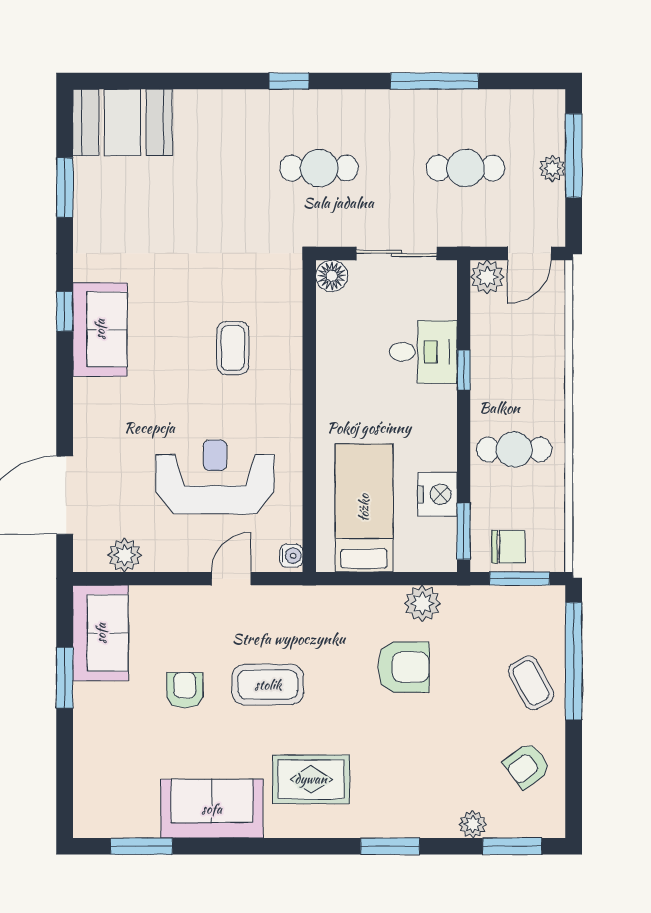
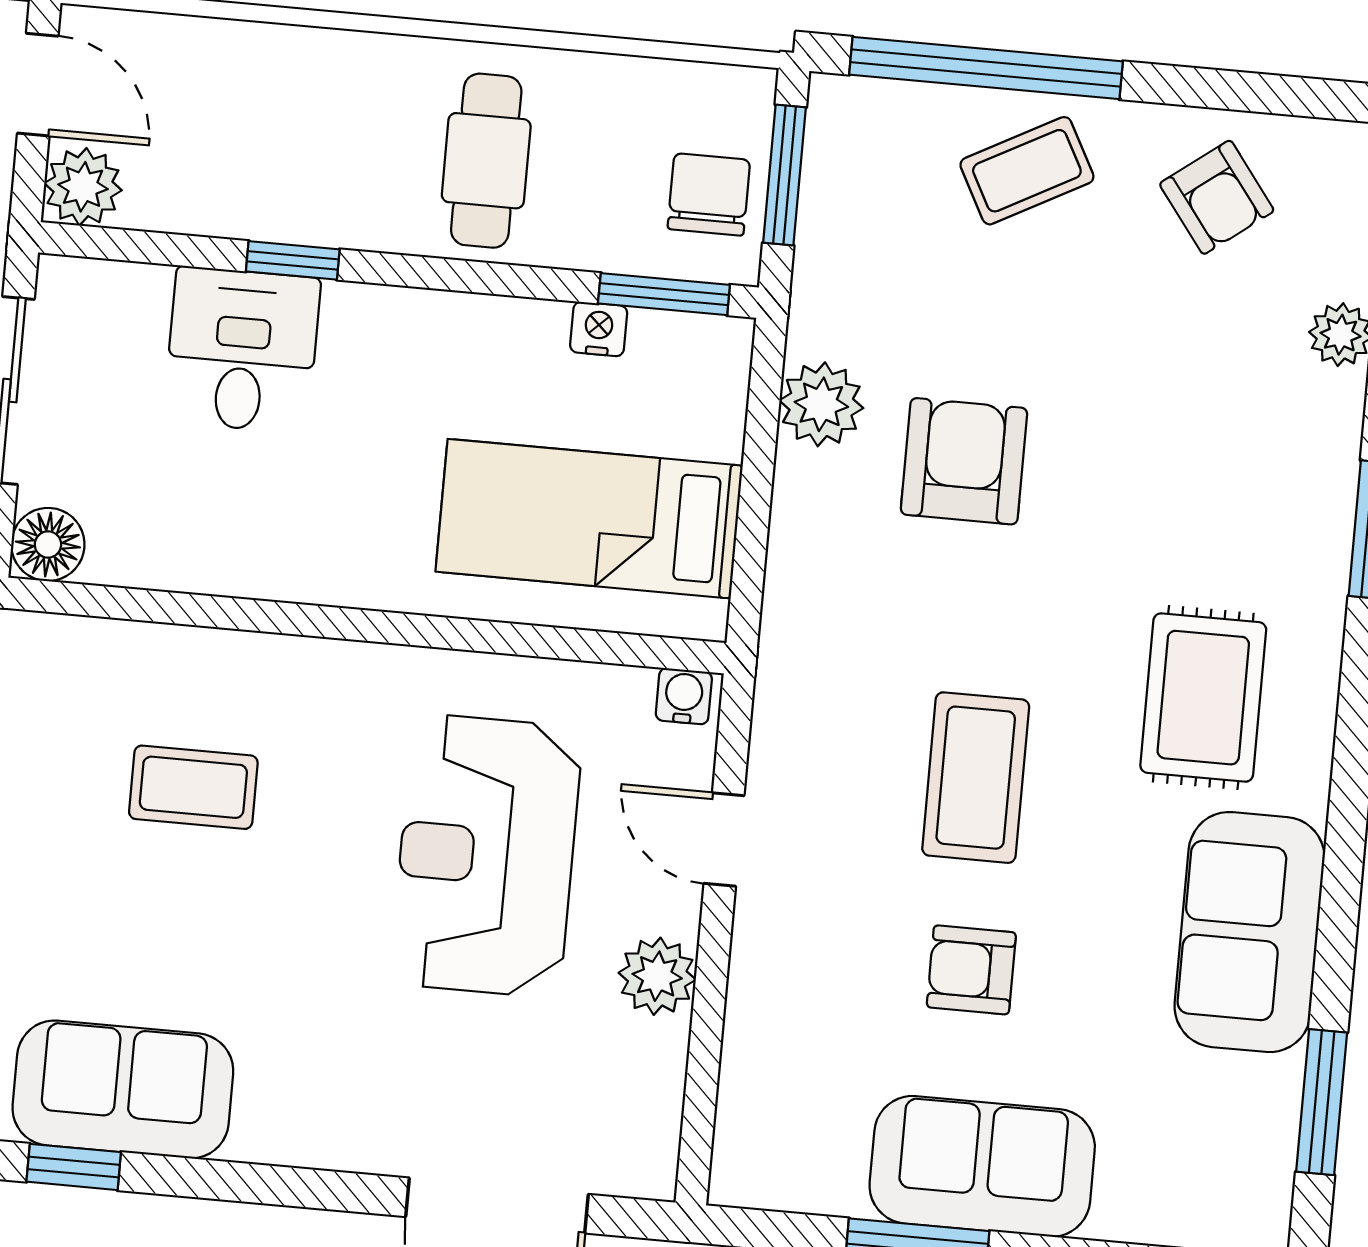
nightstand: (437, 494) -> (599, 329), width x0.53, depth x0.56
plant: (125, 555) -> (657, 976), moved
sofa: (101, 633) -> (982, 1166), moved

